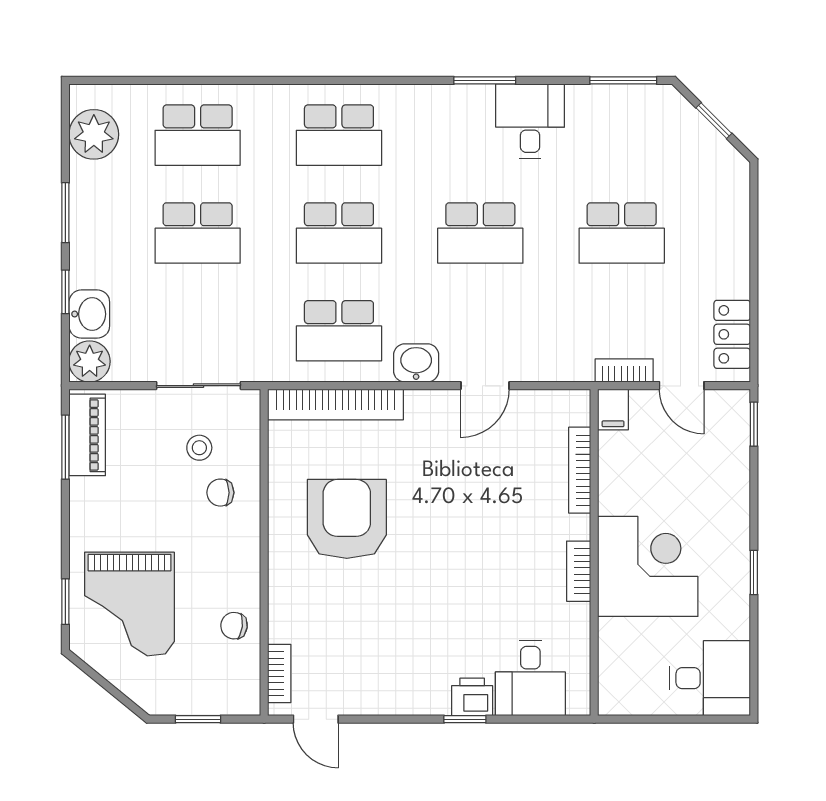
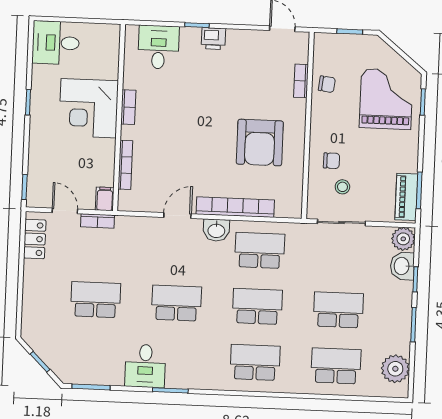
bookcase: (335, 405) -> (235, 207), moved
bookcase: (279, 674) -> (301, 81), moved
printer: (472, 697) -> (213, 39), moved

